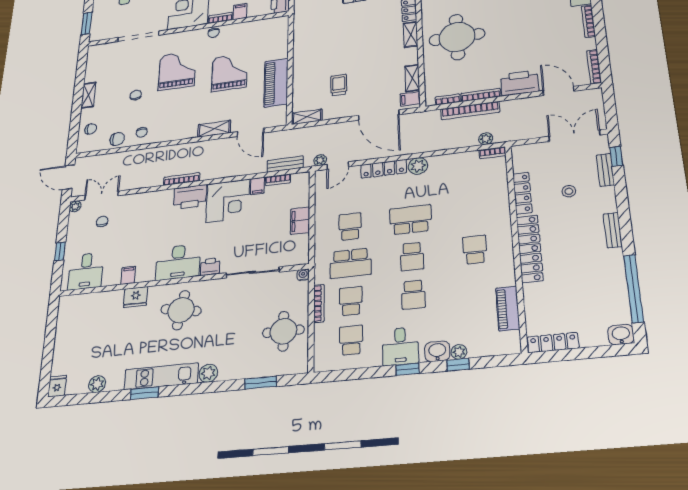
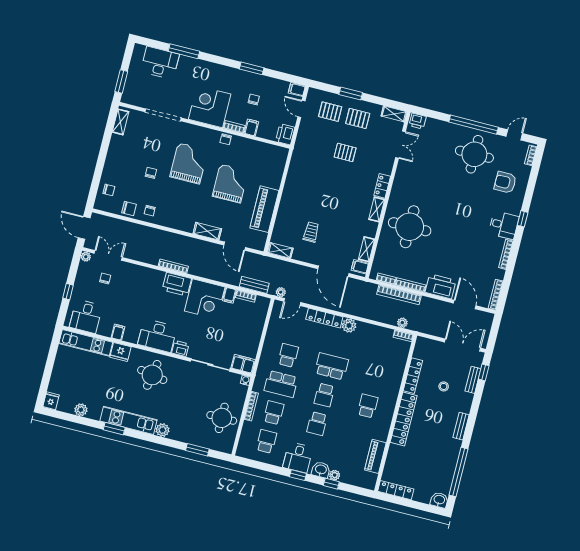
shelving: (88, 95) -> (120, 122), moved
filing cabinet: (300, 221) -> (243, 364), moved, turned 90
kitchen unit: (90, 301) -> (86, 343), added

